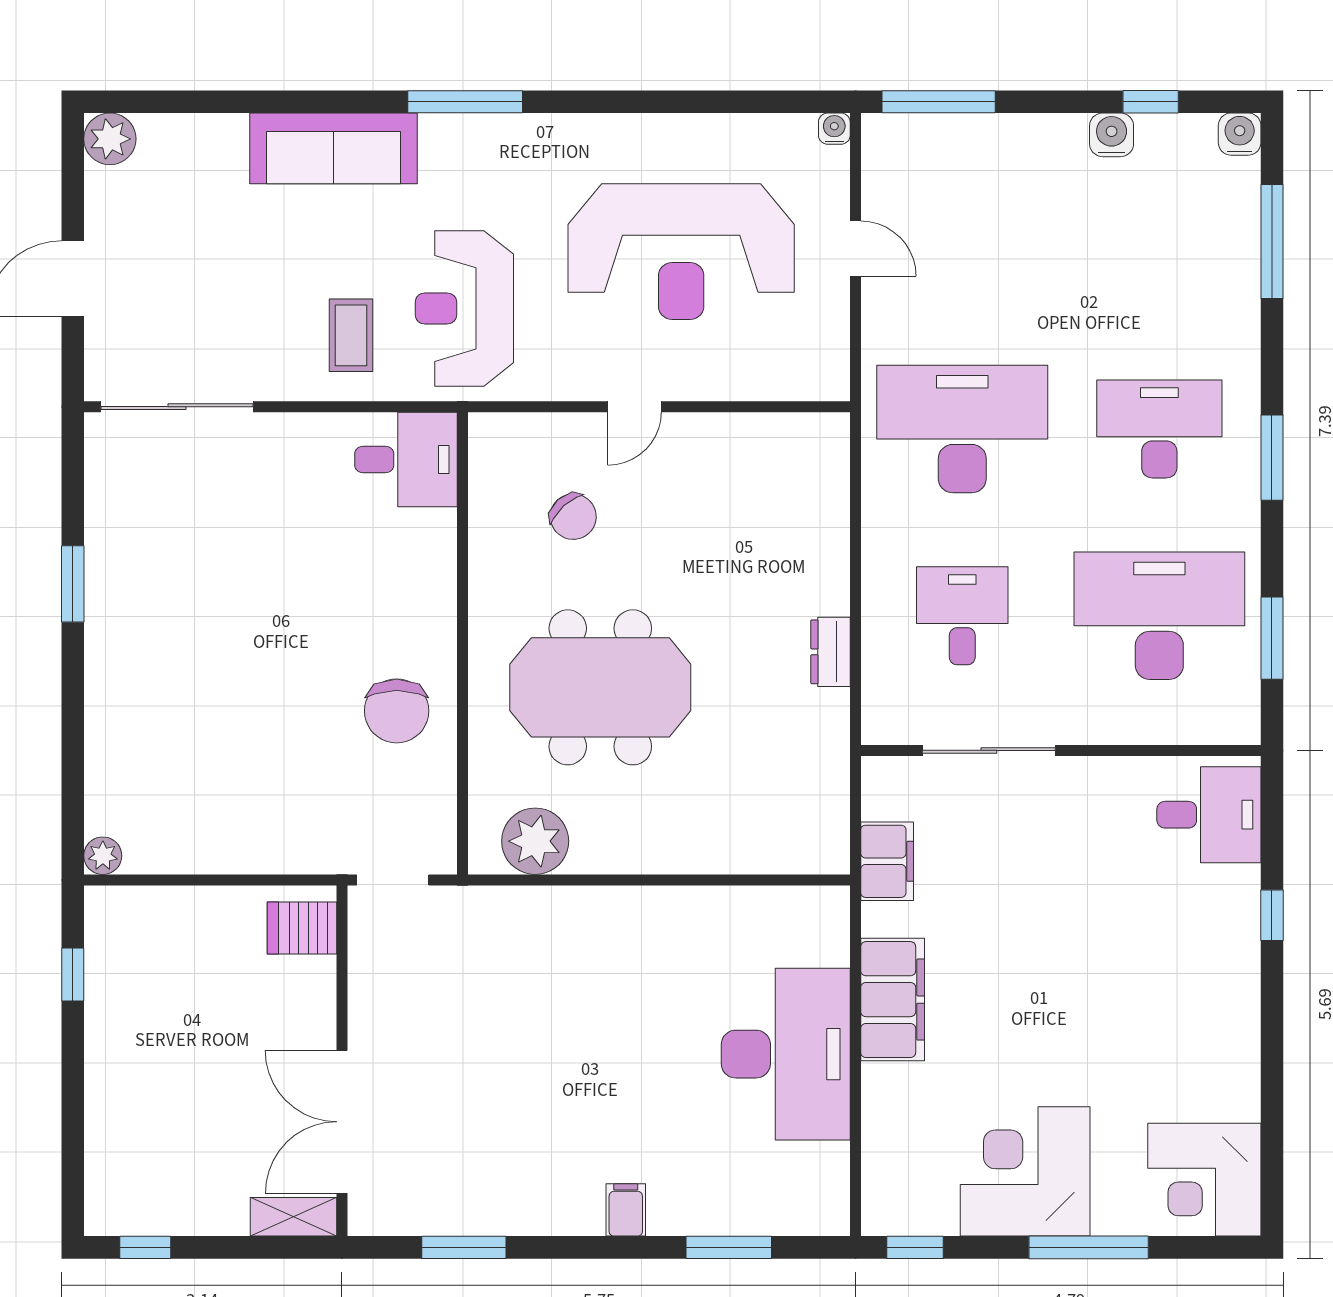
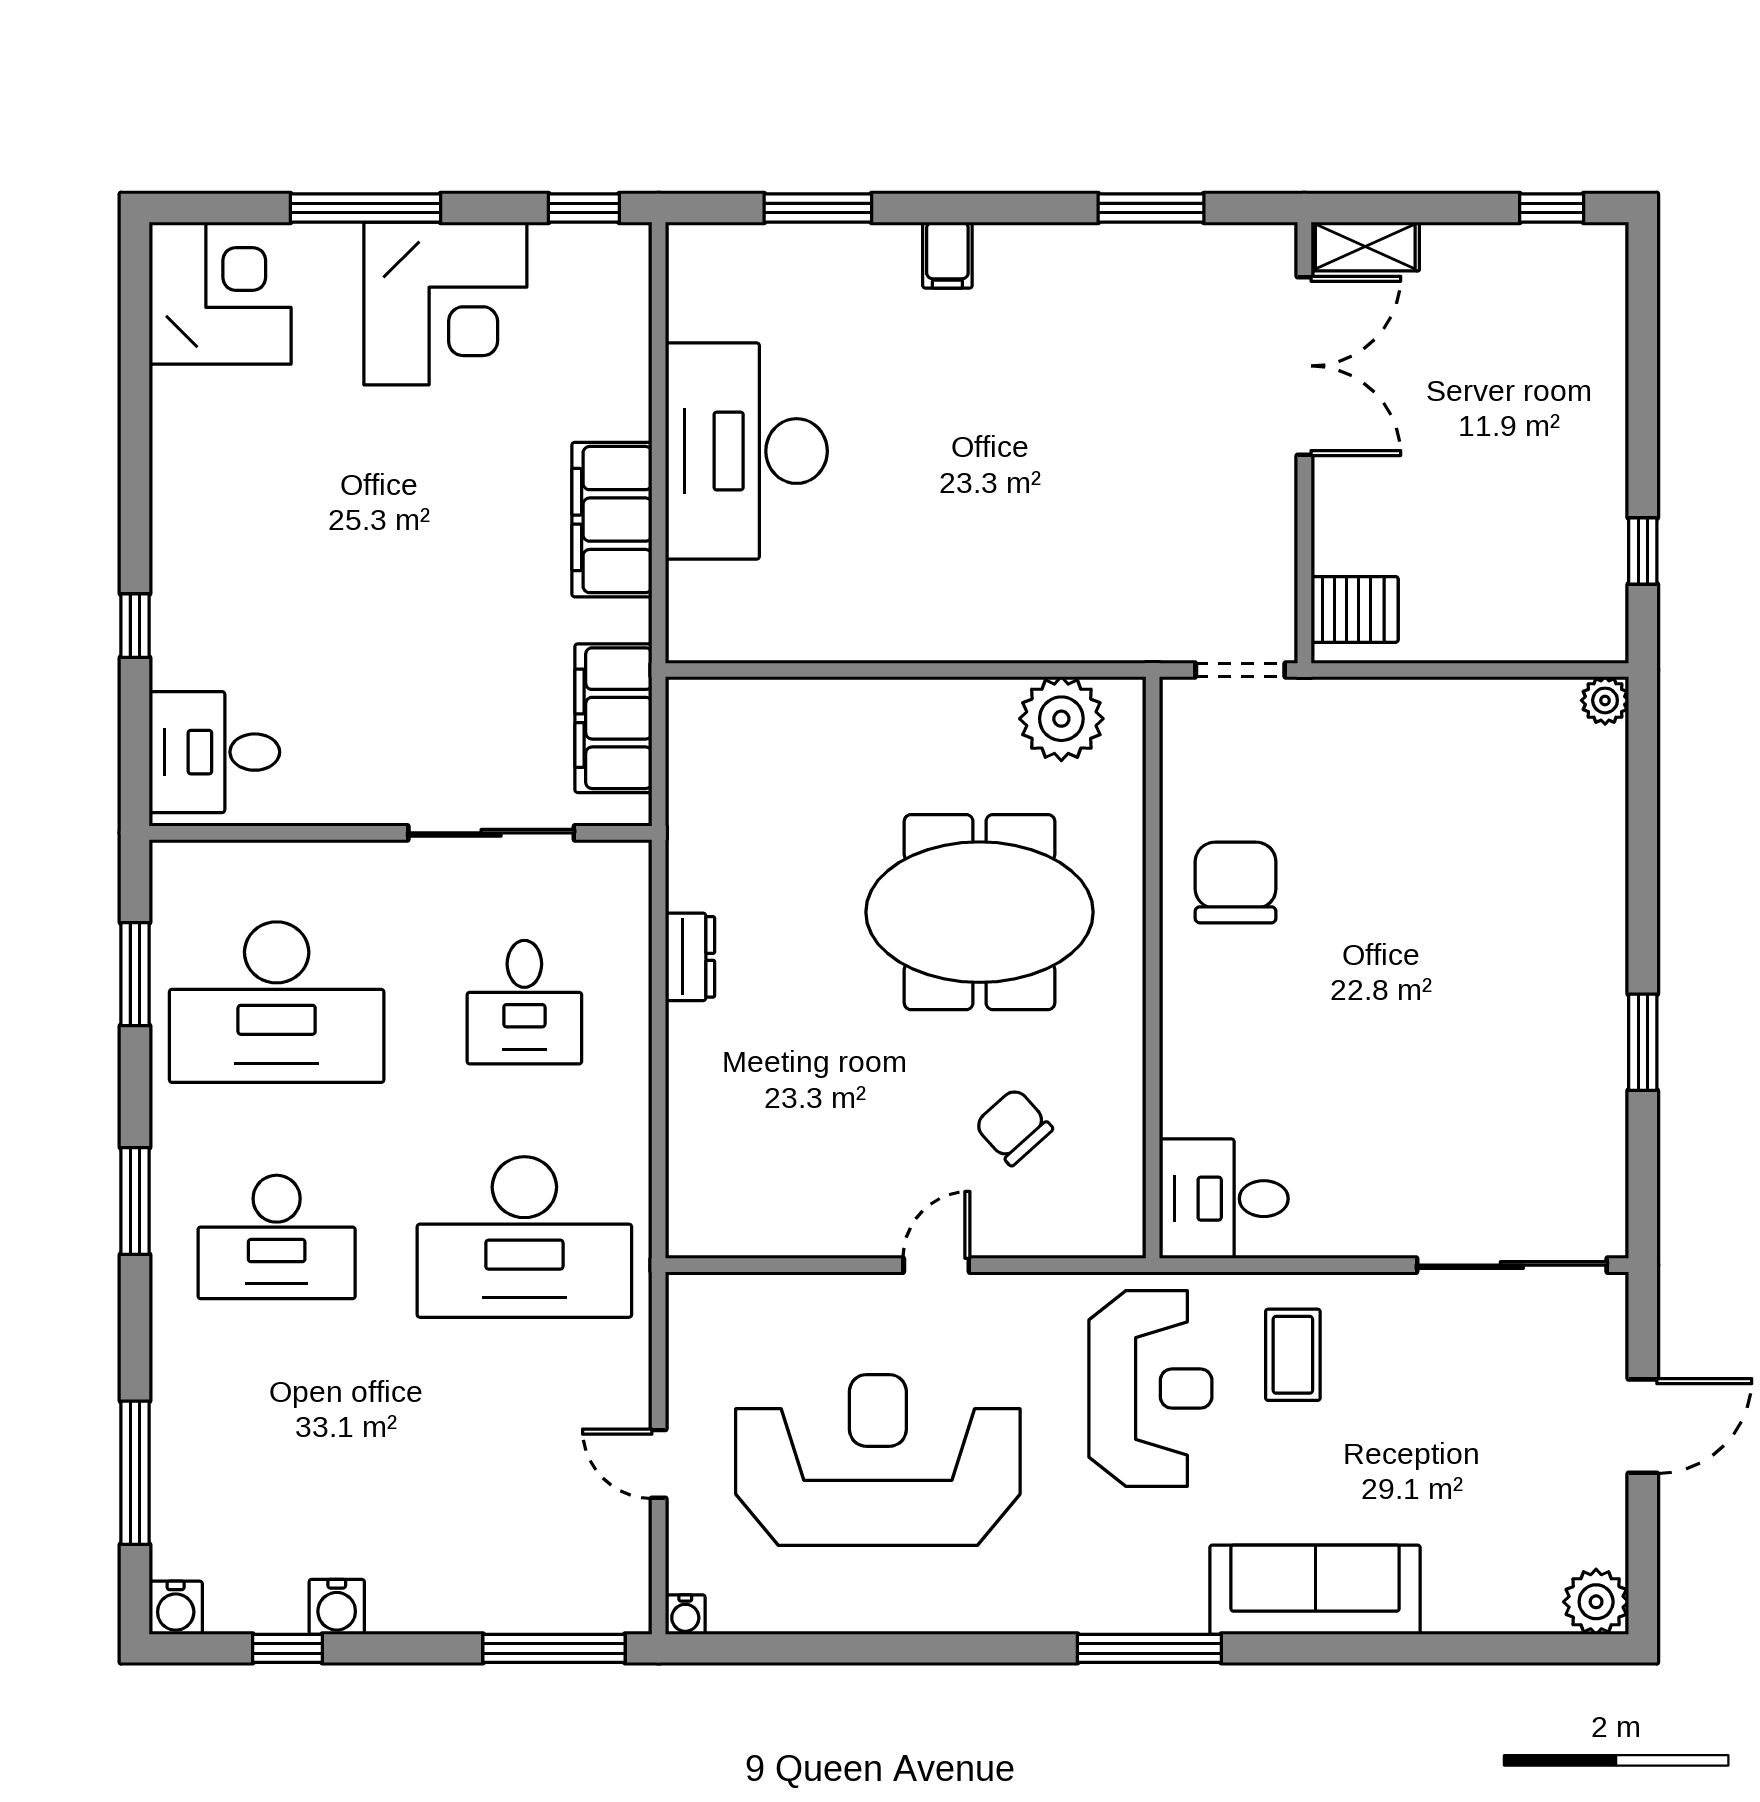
filing cabinet: (887, 861) -> (613, 718), width x1.50, depth x1.17

